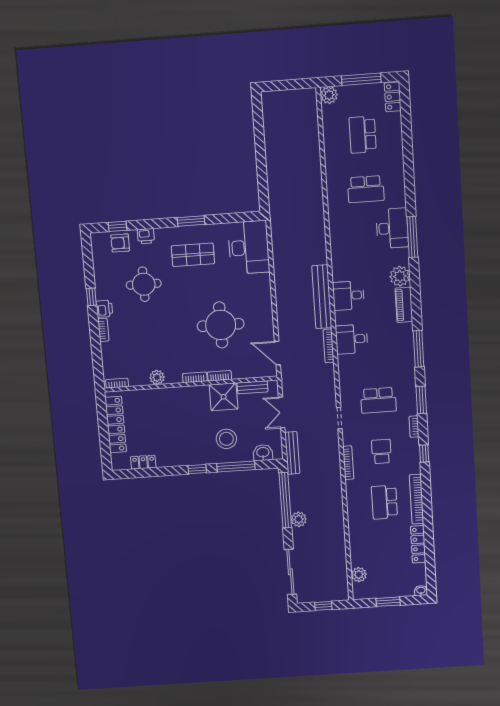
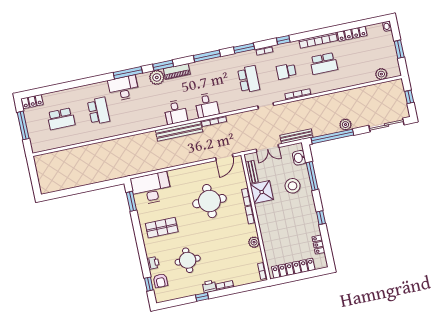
plant: (329, 95) -> (37, 146), removed
window: (191, 221) -> (131, 201), moved
shop shelf: (193, 255) -> (162, 228), turned 90
window: (415, 287) -> (163, 65), added
window: (197, 469) -> (321, 218), moved

